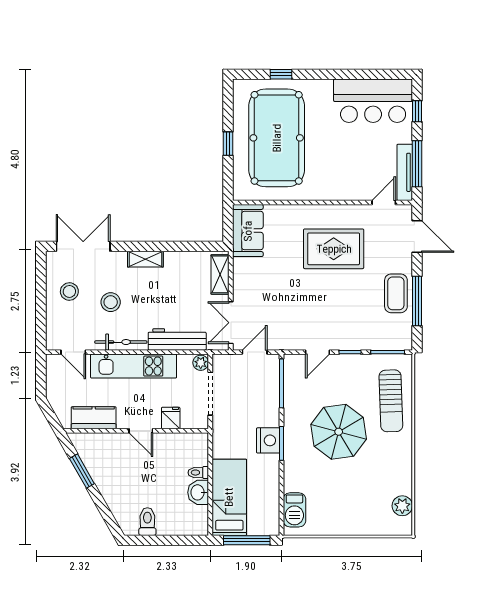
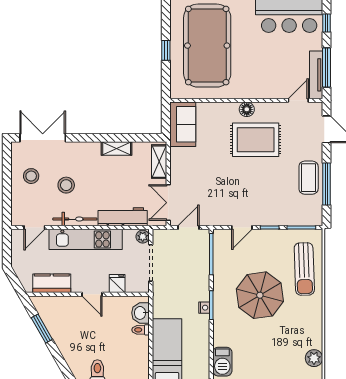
floor lamp: (323, 213) -> (247, 109), added
shelving: (145, 259) -> (117, 149), moved
door: (73, 352) -> (34, 228), hinge flipped
nightstand: (268, 440) -> (204, 308), width x0.53, depth x0.56
washbasin: (198, 492) -> (141, 313), moved

